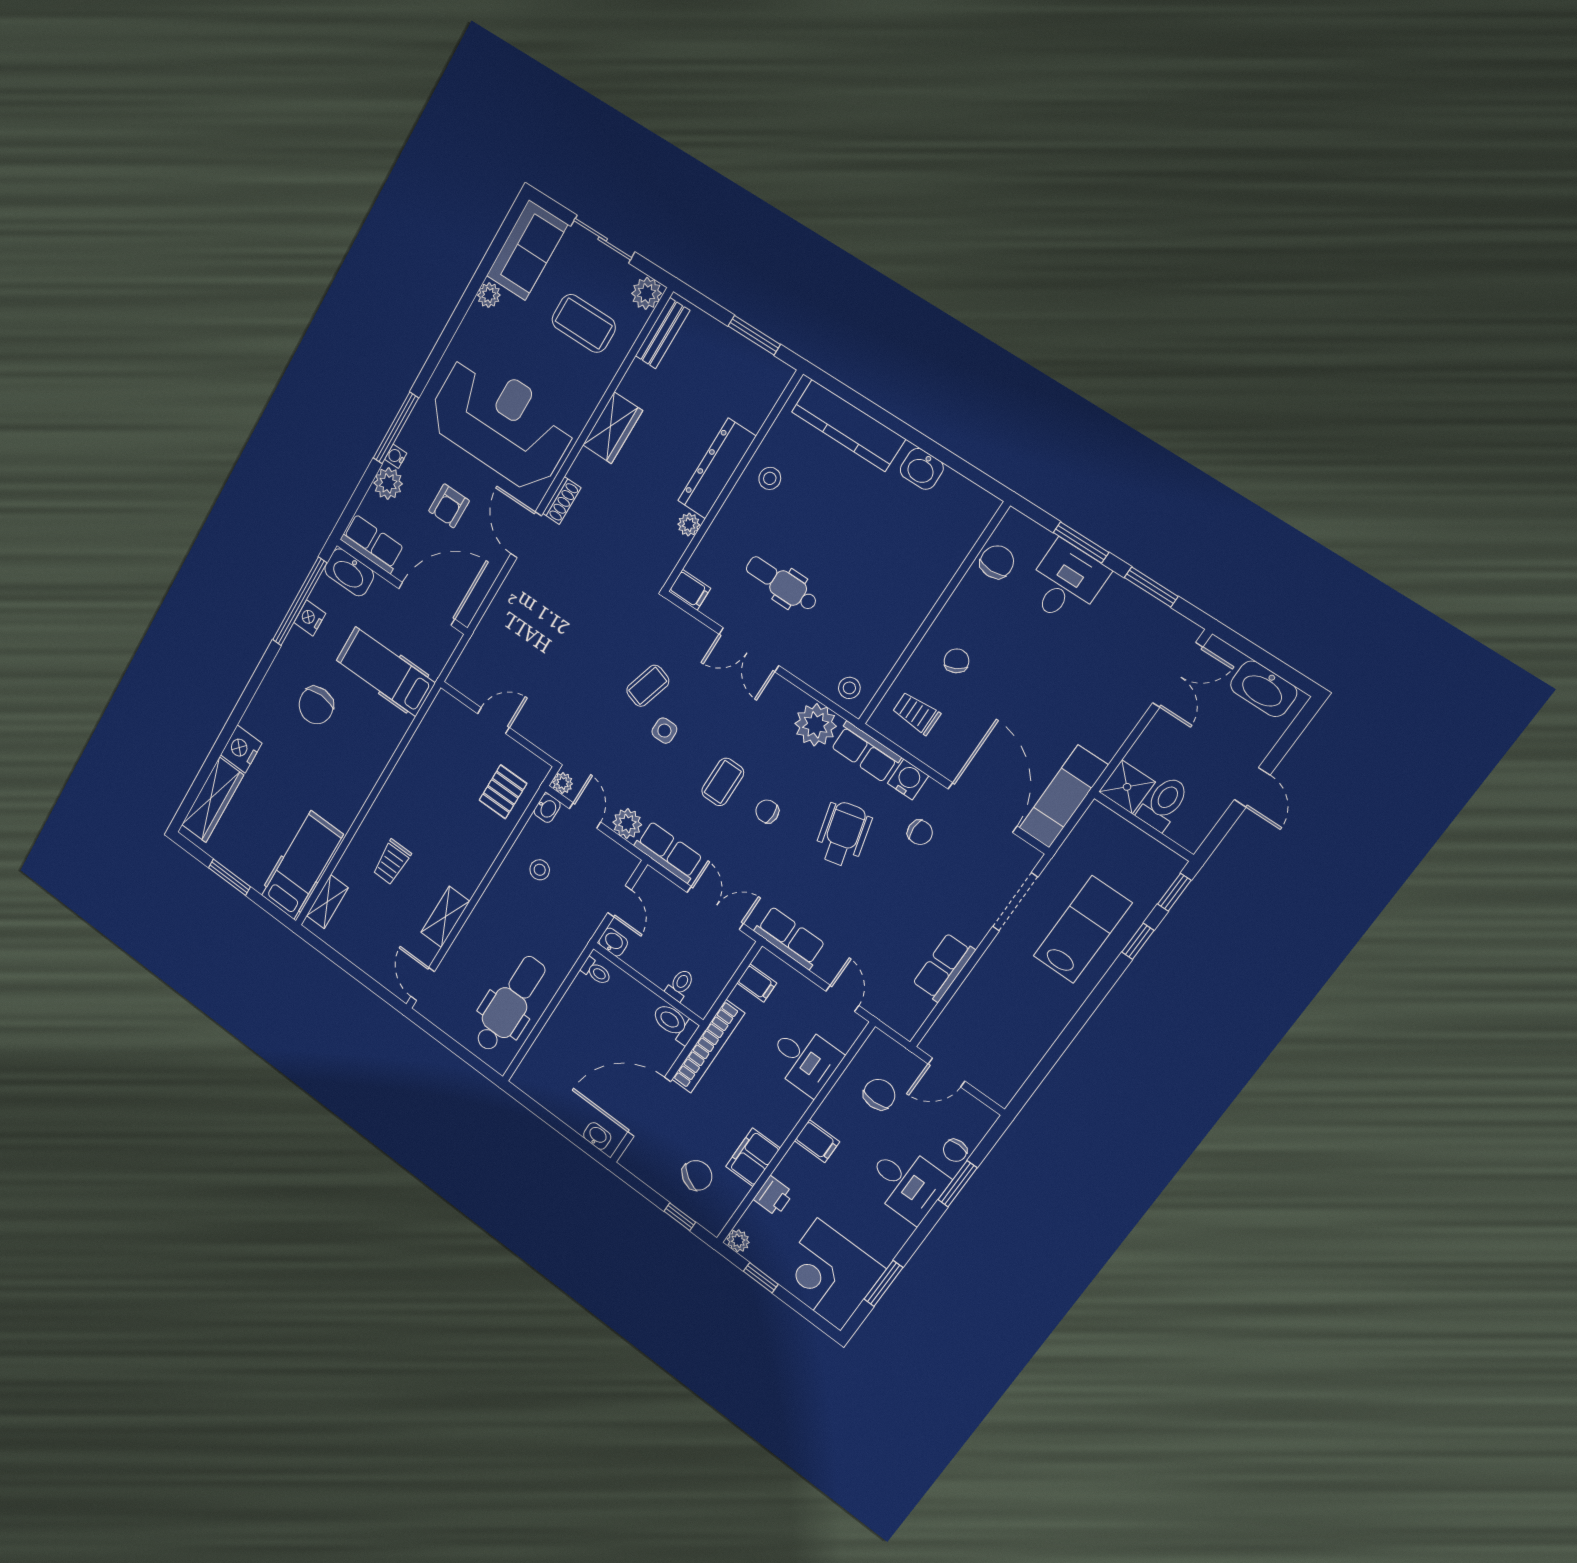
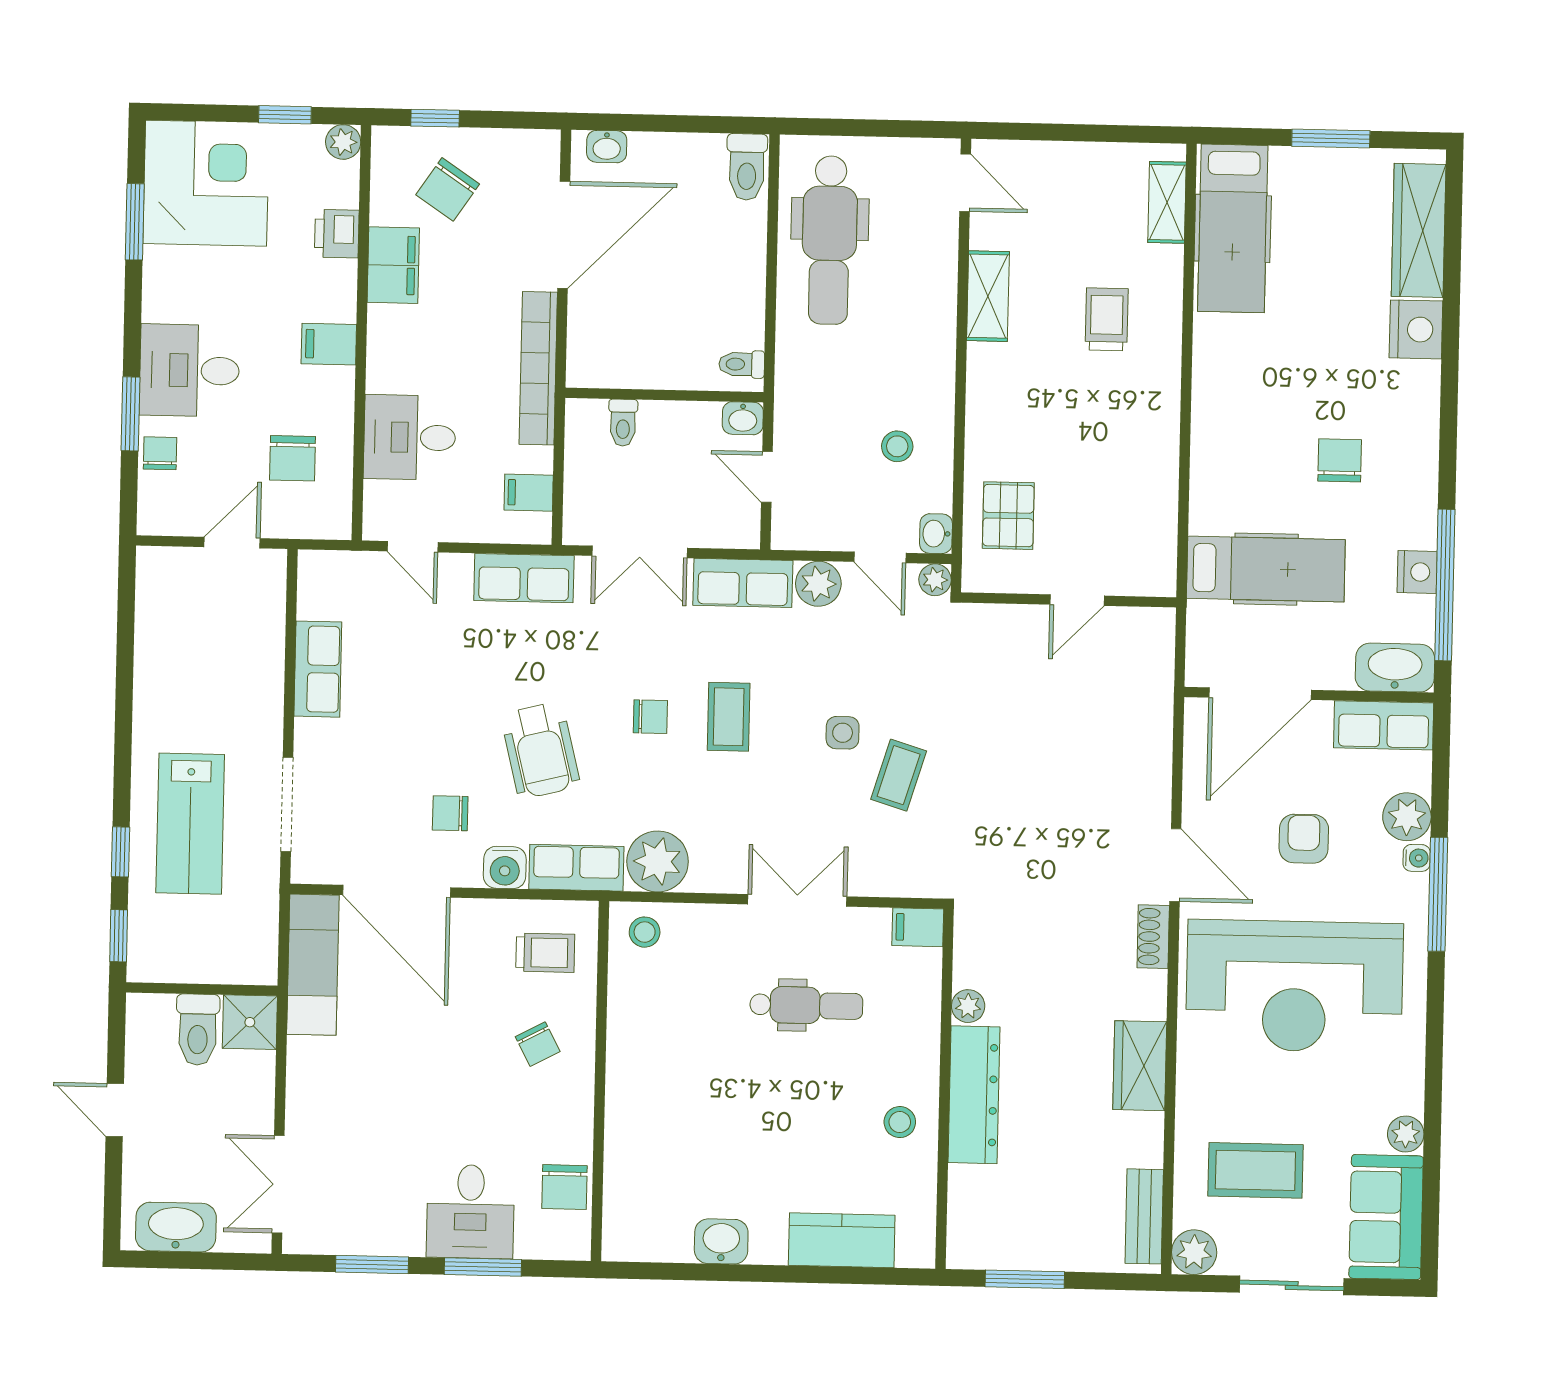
kitchen counter: (848, 425) -> (842, 1240), width x0.67
chair: (316, 705) -> (1340, 460), width x0.73, depth x0.73
toilet: (675, 1023) -> (747, 167), moved, turned 90

